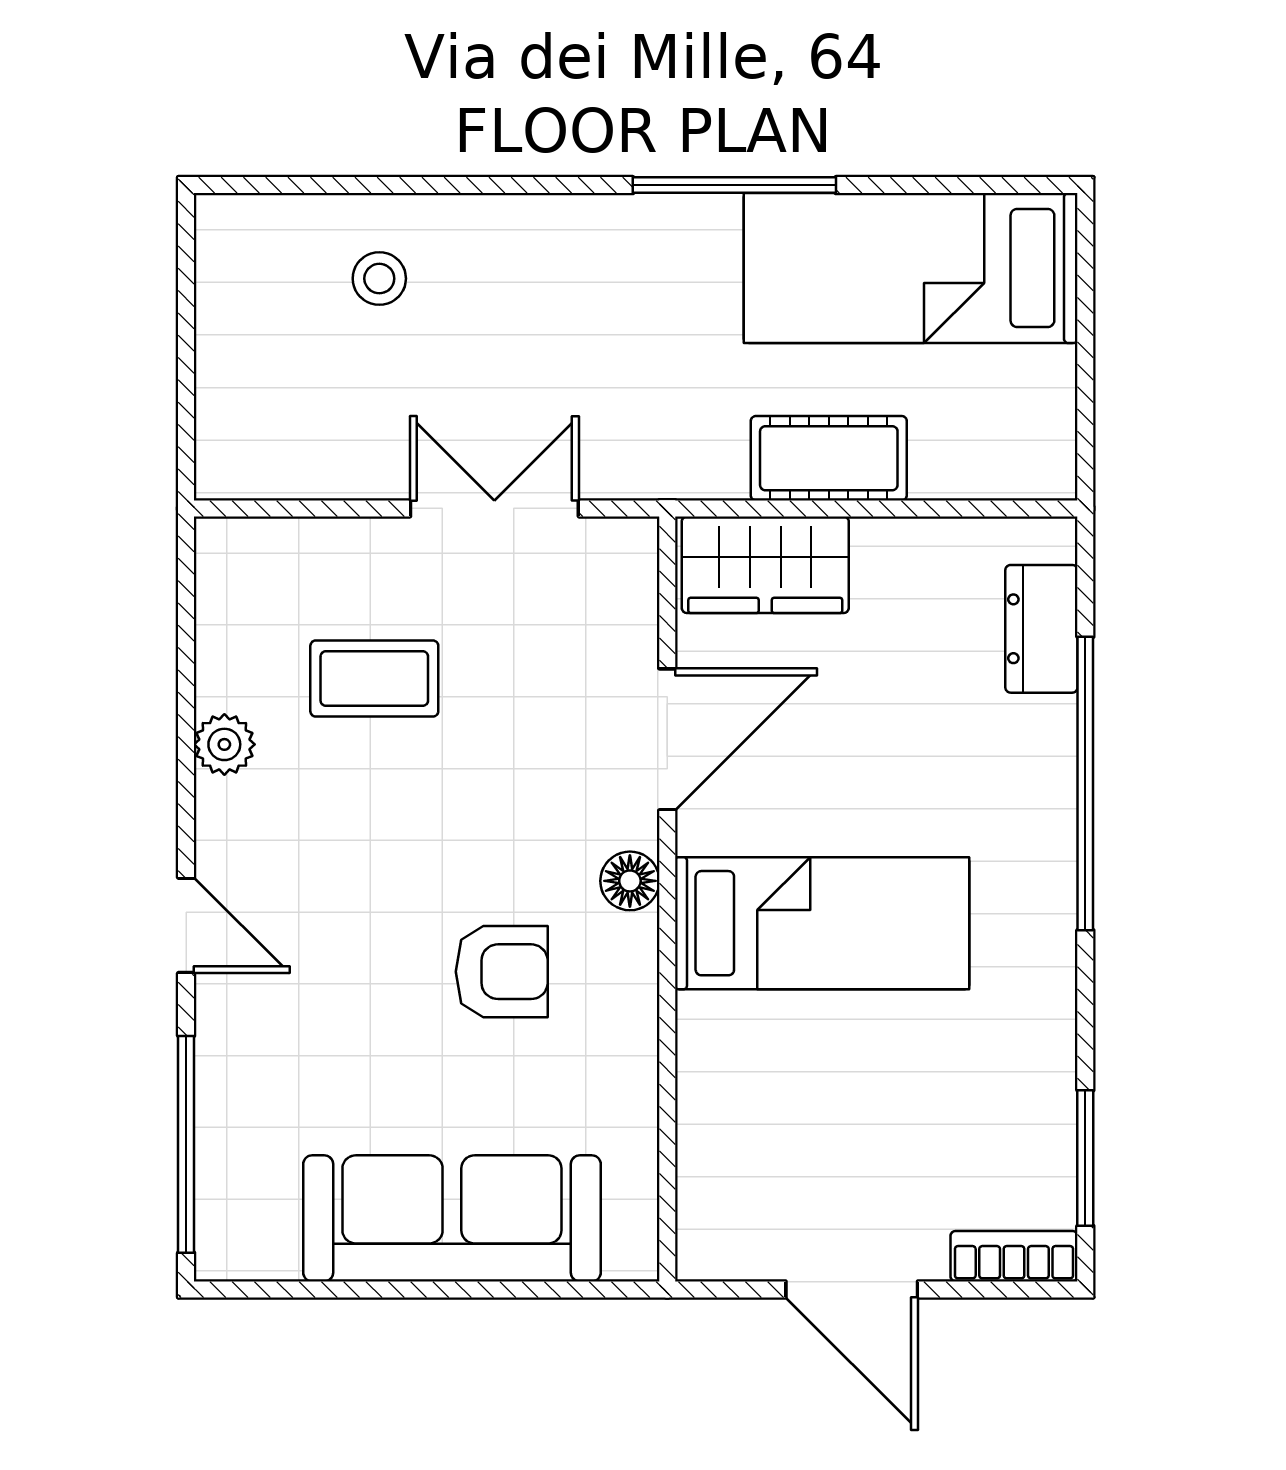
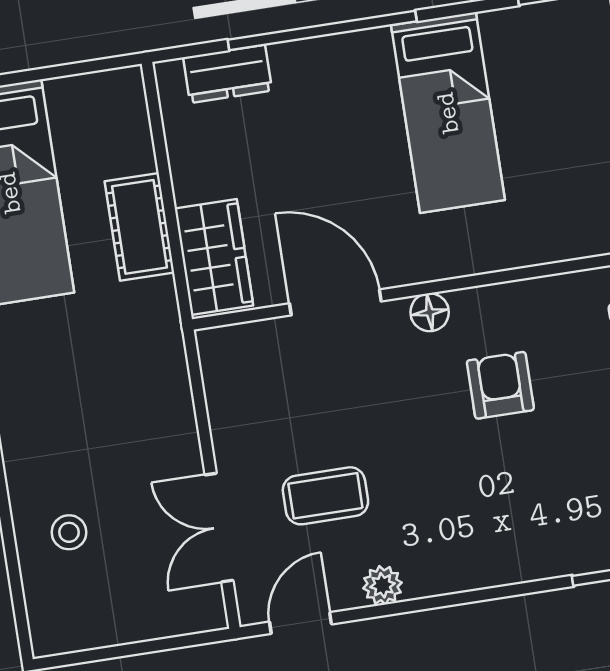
double door: (494, 508) -> (219, 528), moved
coffee table: (374, 679) -> (325, 496), turned 90
bed: (822, 923) -> (448, 113), moved, turned 180
door: (186, 925) -> (301, 623), moved

